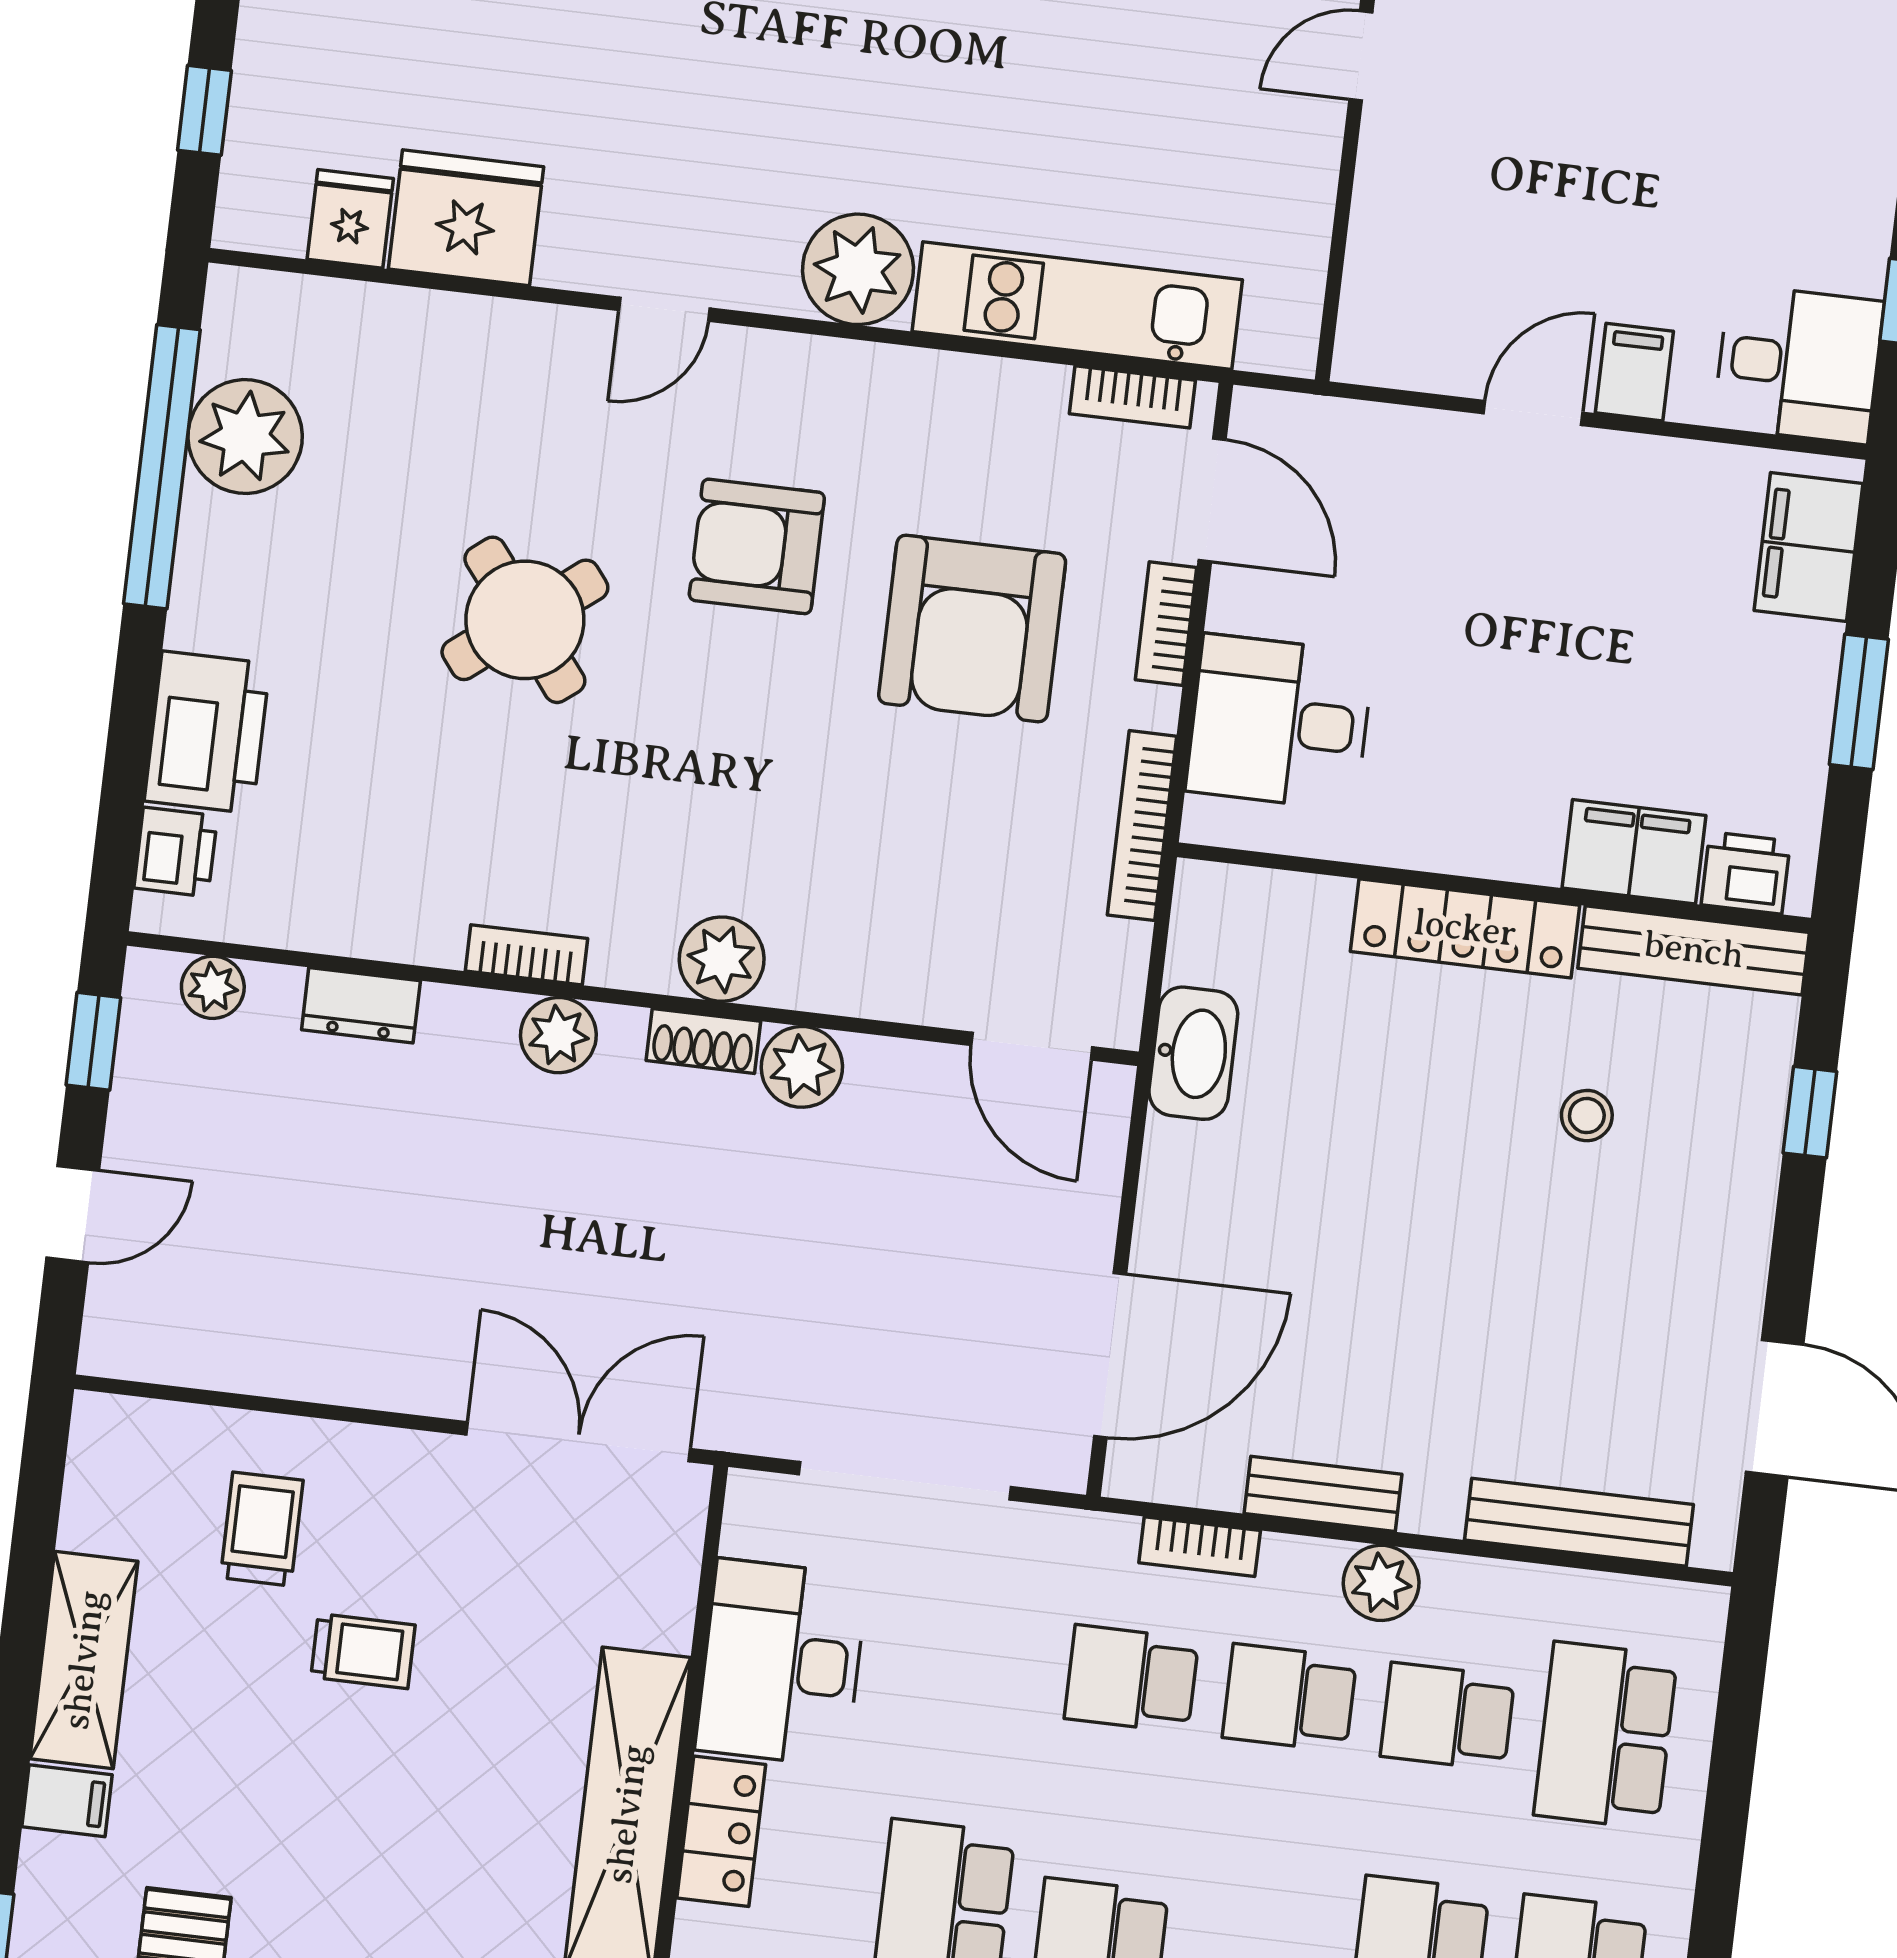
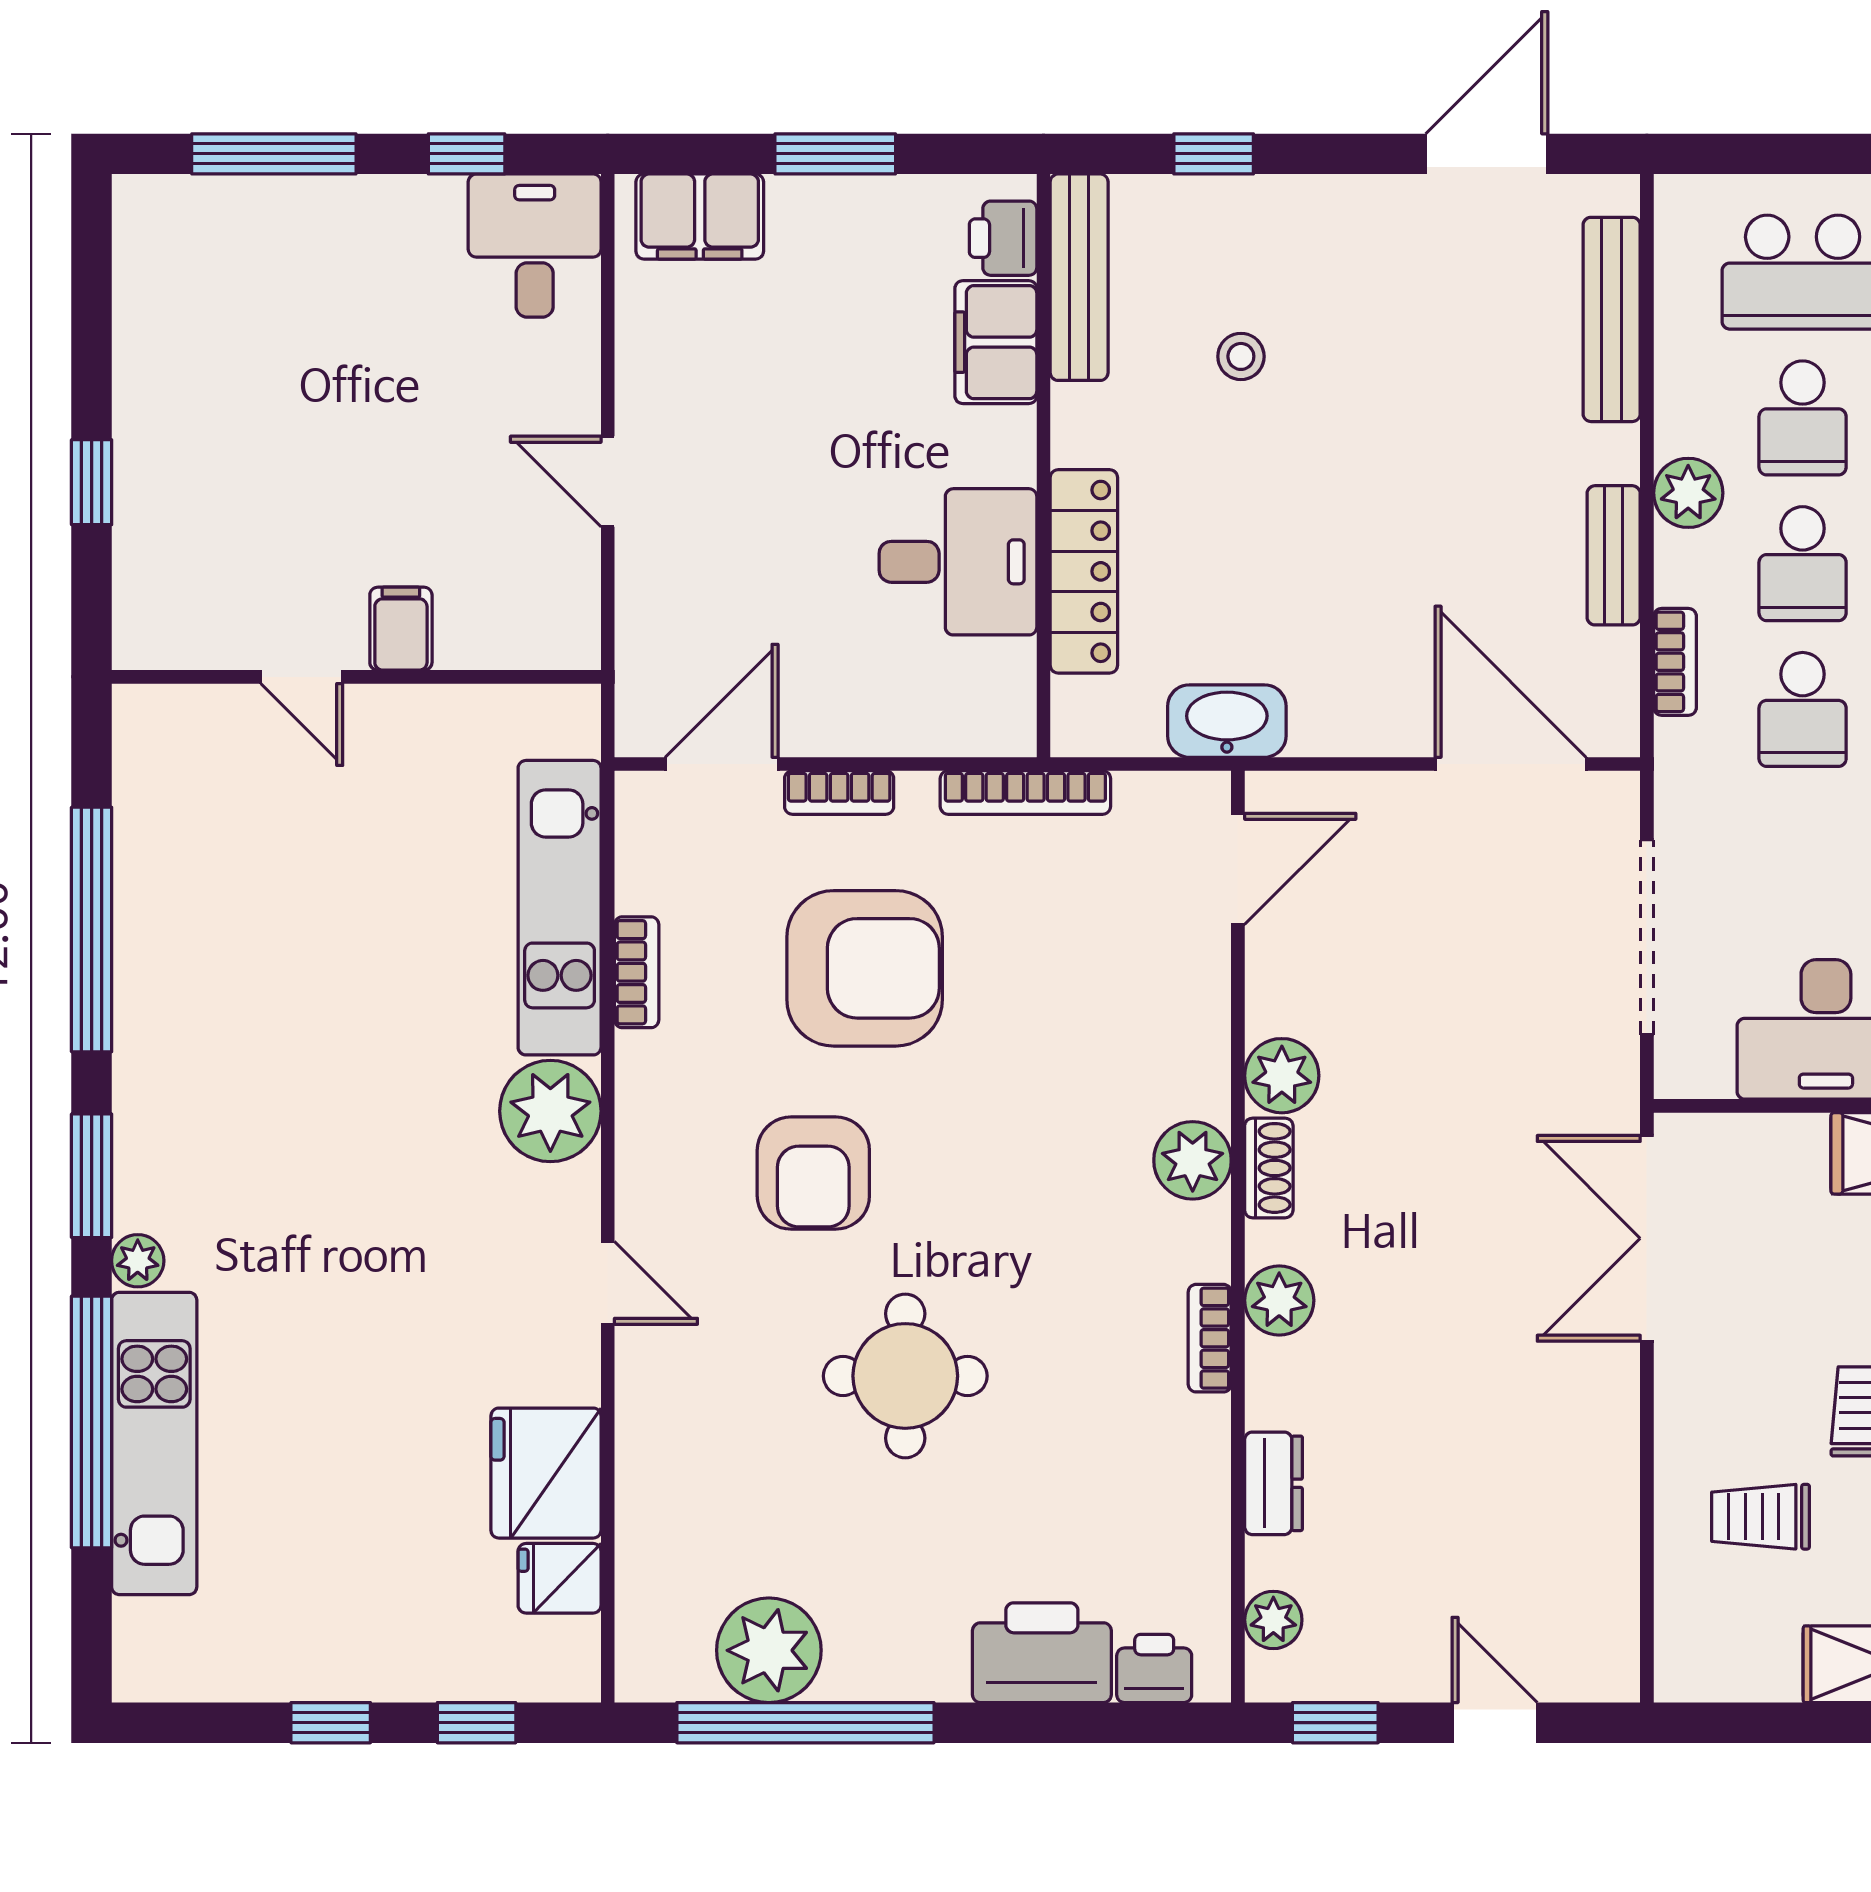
filing cabinet: (1634, 372) -> (401, 629), moved, turned 90
bookcase: (1132, 397) -> (637, 972), moved
round table: (525, 620) -> (905, 1376), turned 38
desk: (1280, 722) -> (958, 562), moved, turned -90
locker: (1465, 928) -> (1084, 571), moved

